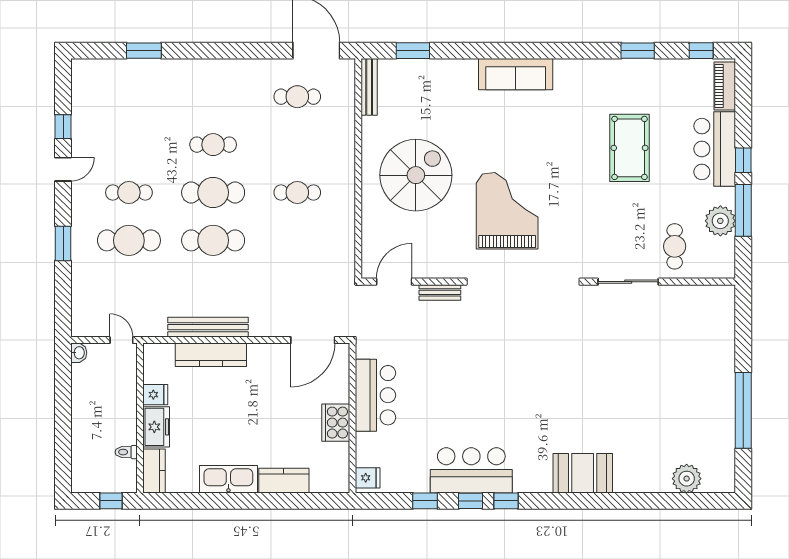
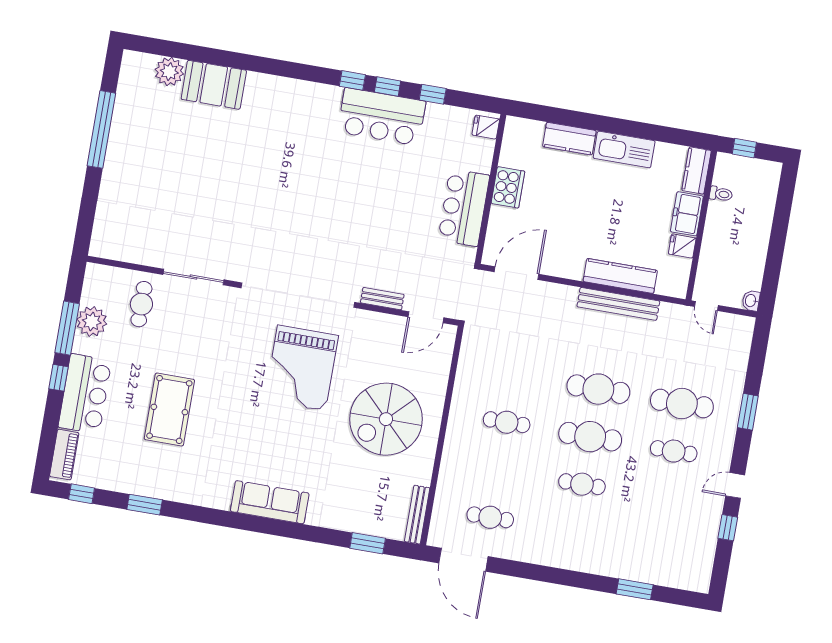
booth: (583, 473) -> (214, 85), moved

